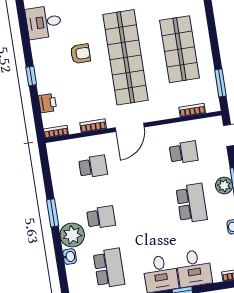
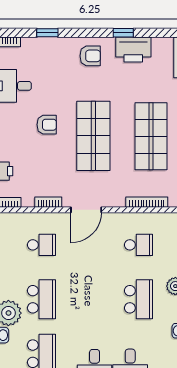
shop shelf: (126, 57) -> (93, 136), width x0.71
bookcase: (192, 110) -> (147, 202), width x1.56
school desk: (101, 217) -> (41, 299), width x1.85

